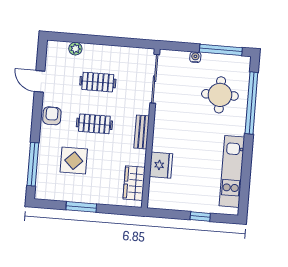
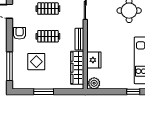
wardrobe: (134, 183) -> (77, 68), width x1.50
plant: (158, 200) -> (94, 83), added
window: (200, 216) -> (133, 92), moved

